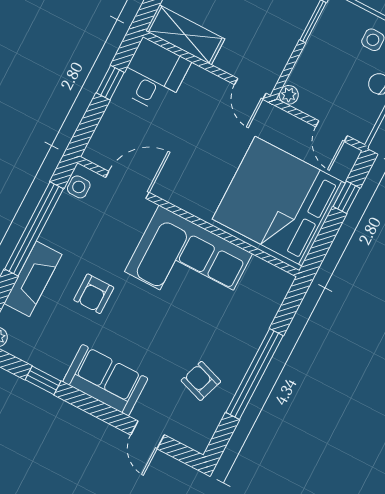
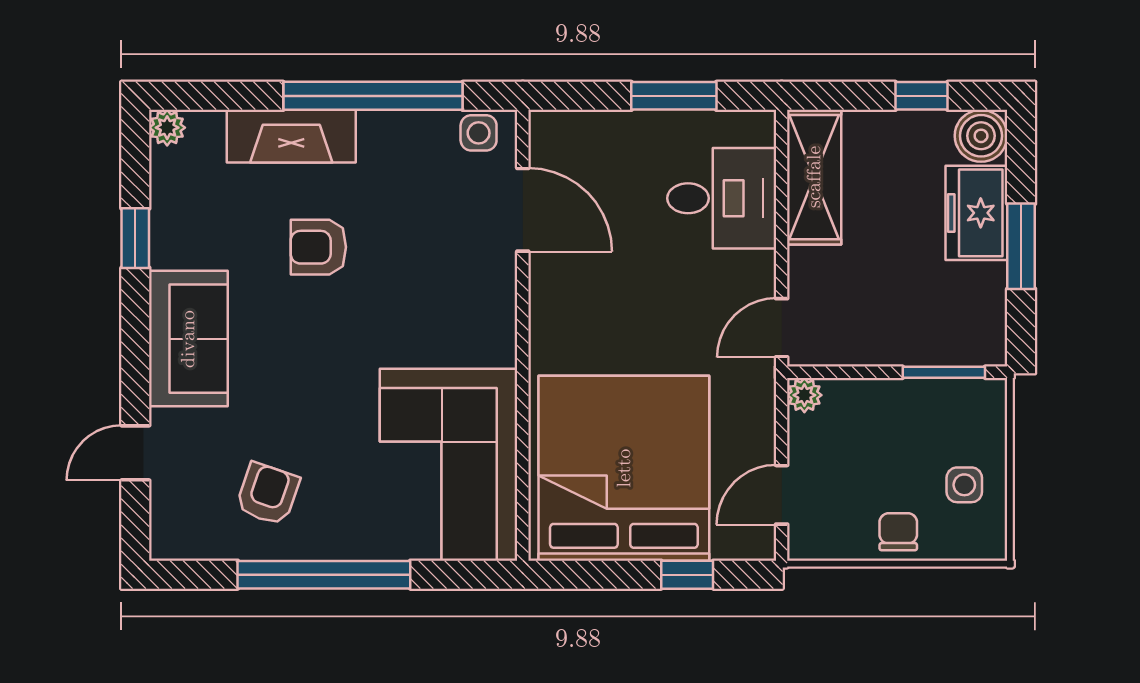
desk: (154, 76) -> (722, 198), moved
window: (110, 83) -> (674, 96), width x1.50
corner sofa: (188, 263) -> (449, 465), moved

